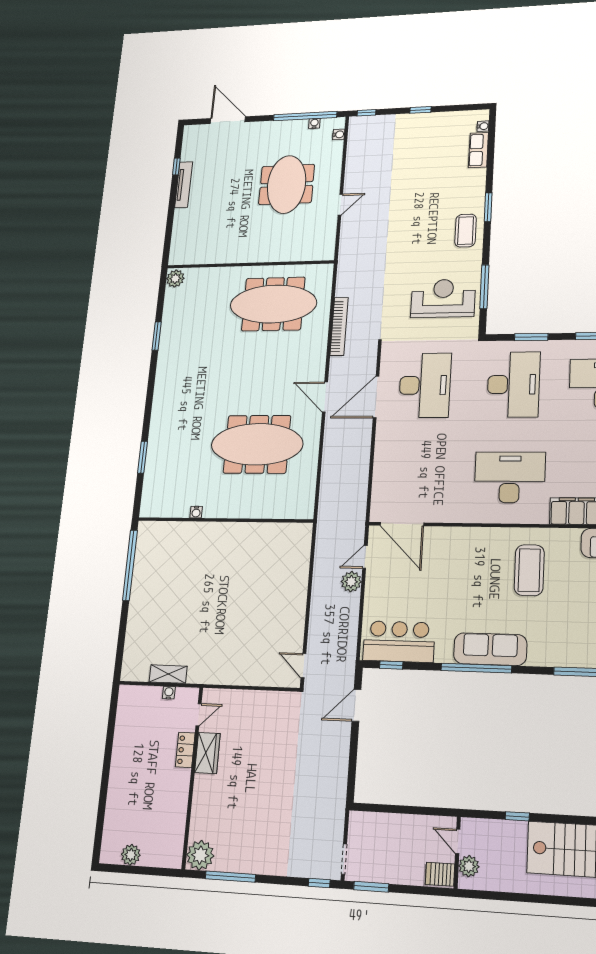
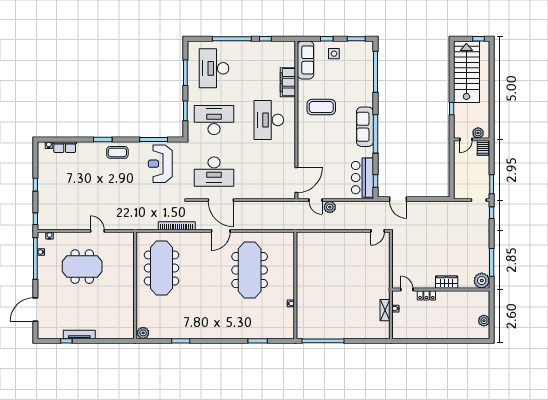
desk: (425, 385) -> (214, 172), turned 180
wardrobe: (207, 753) -> (447, 282), moved

